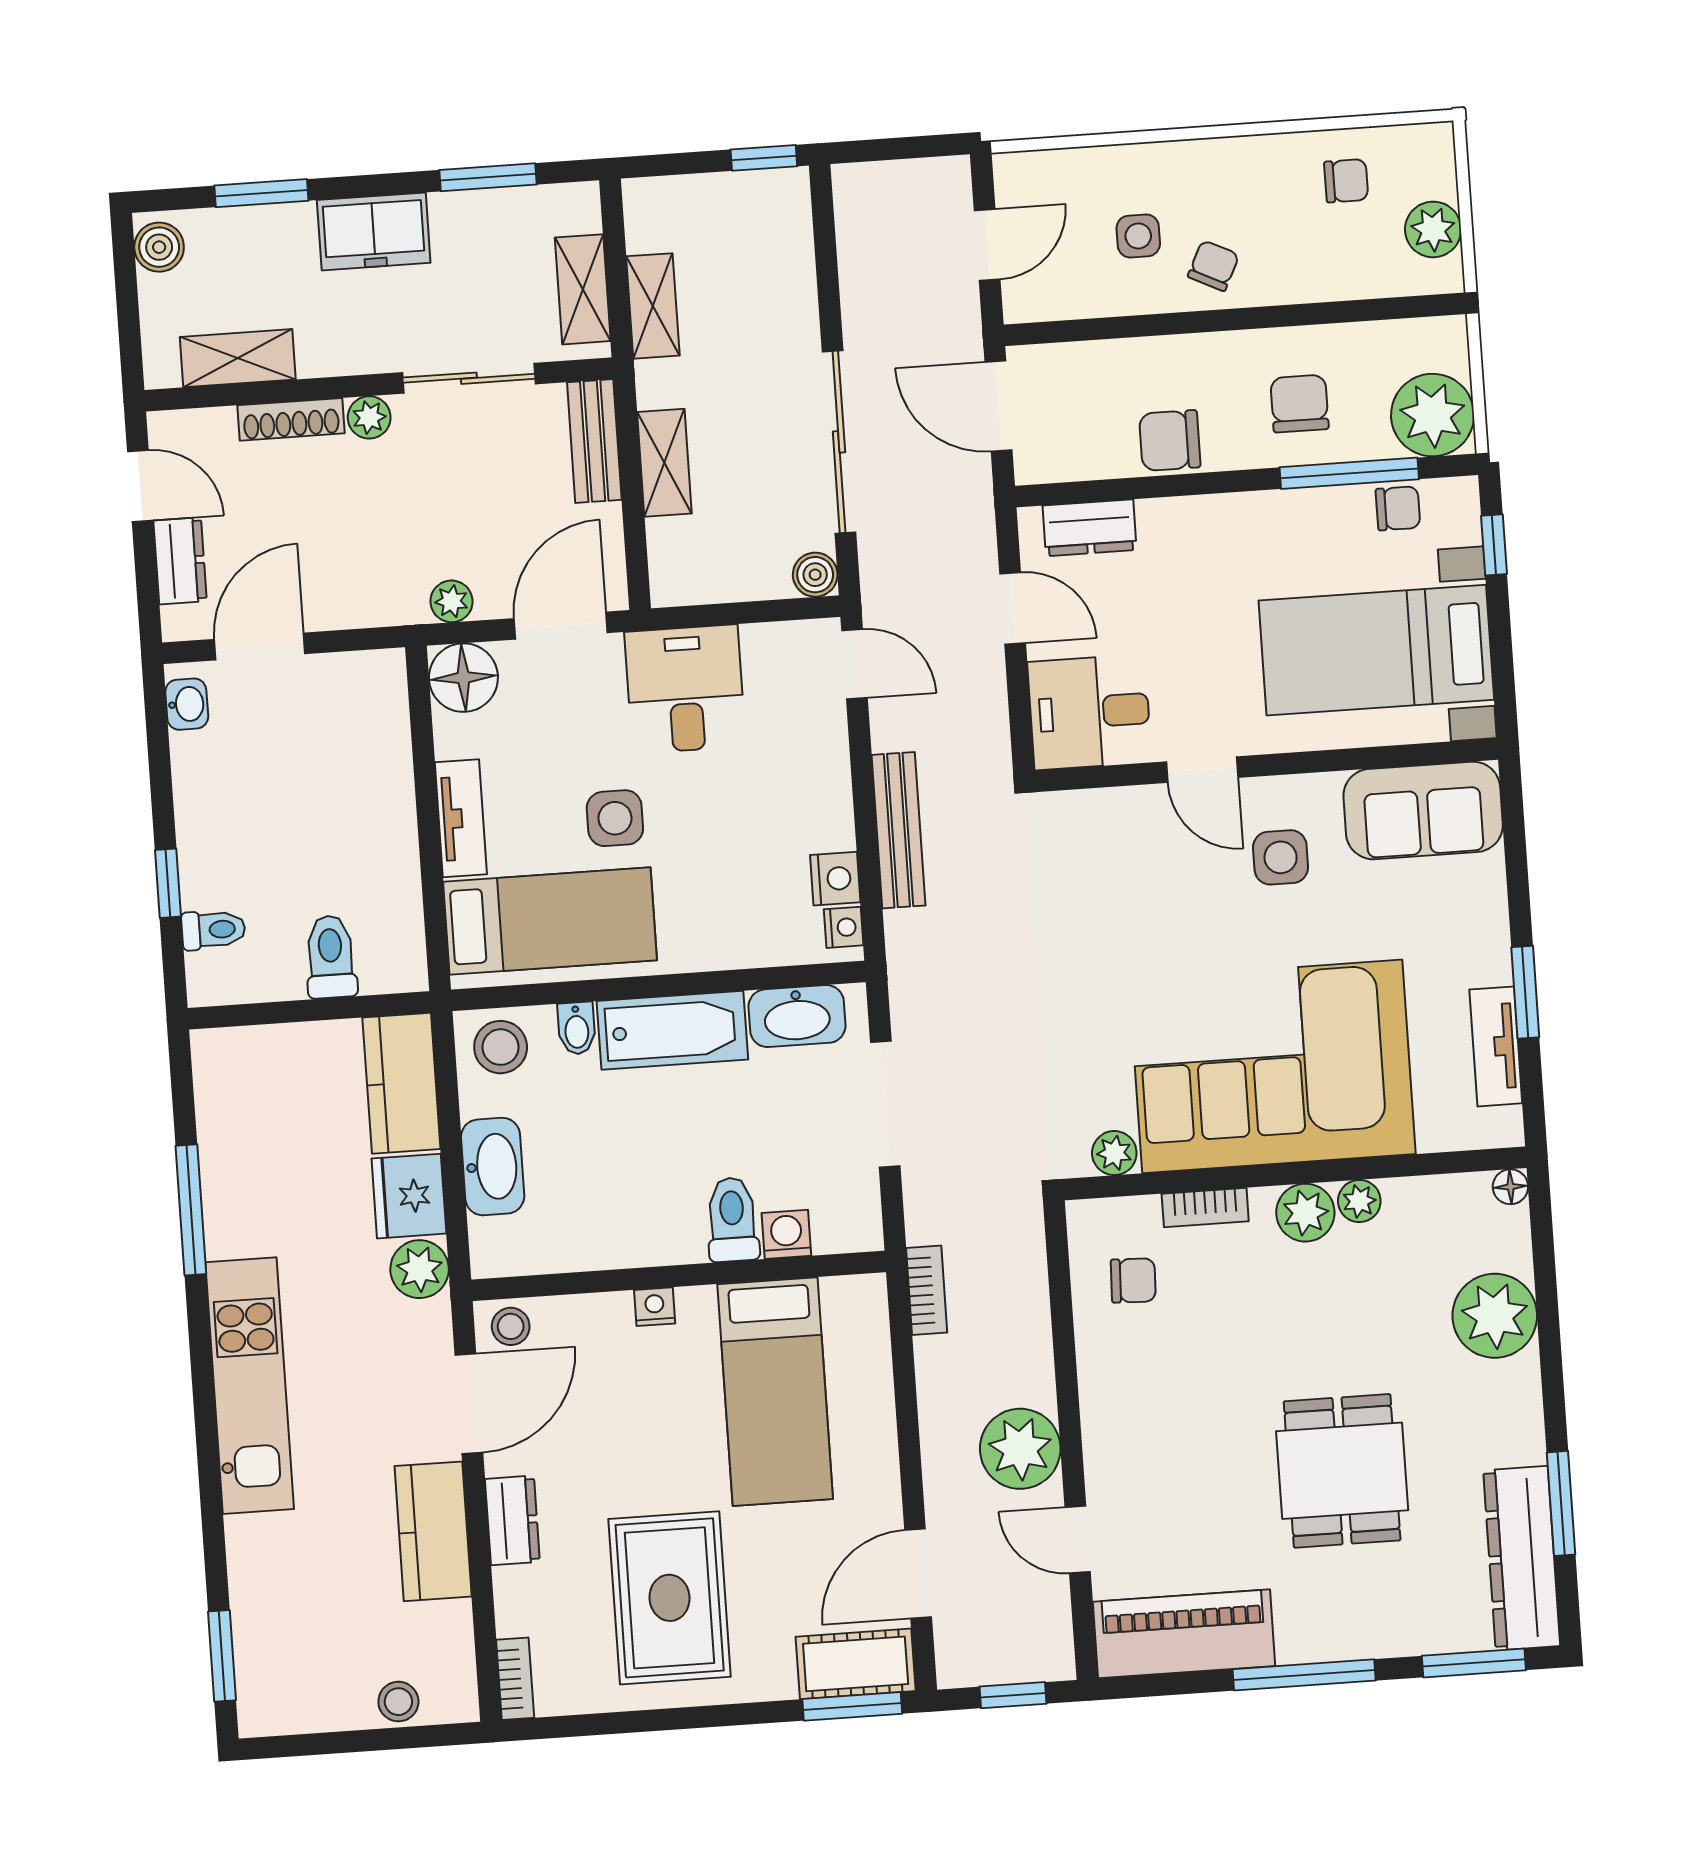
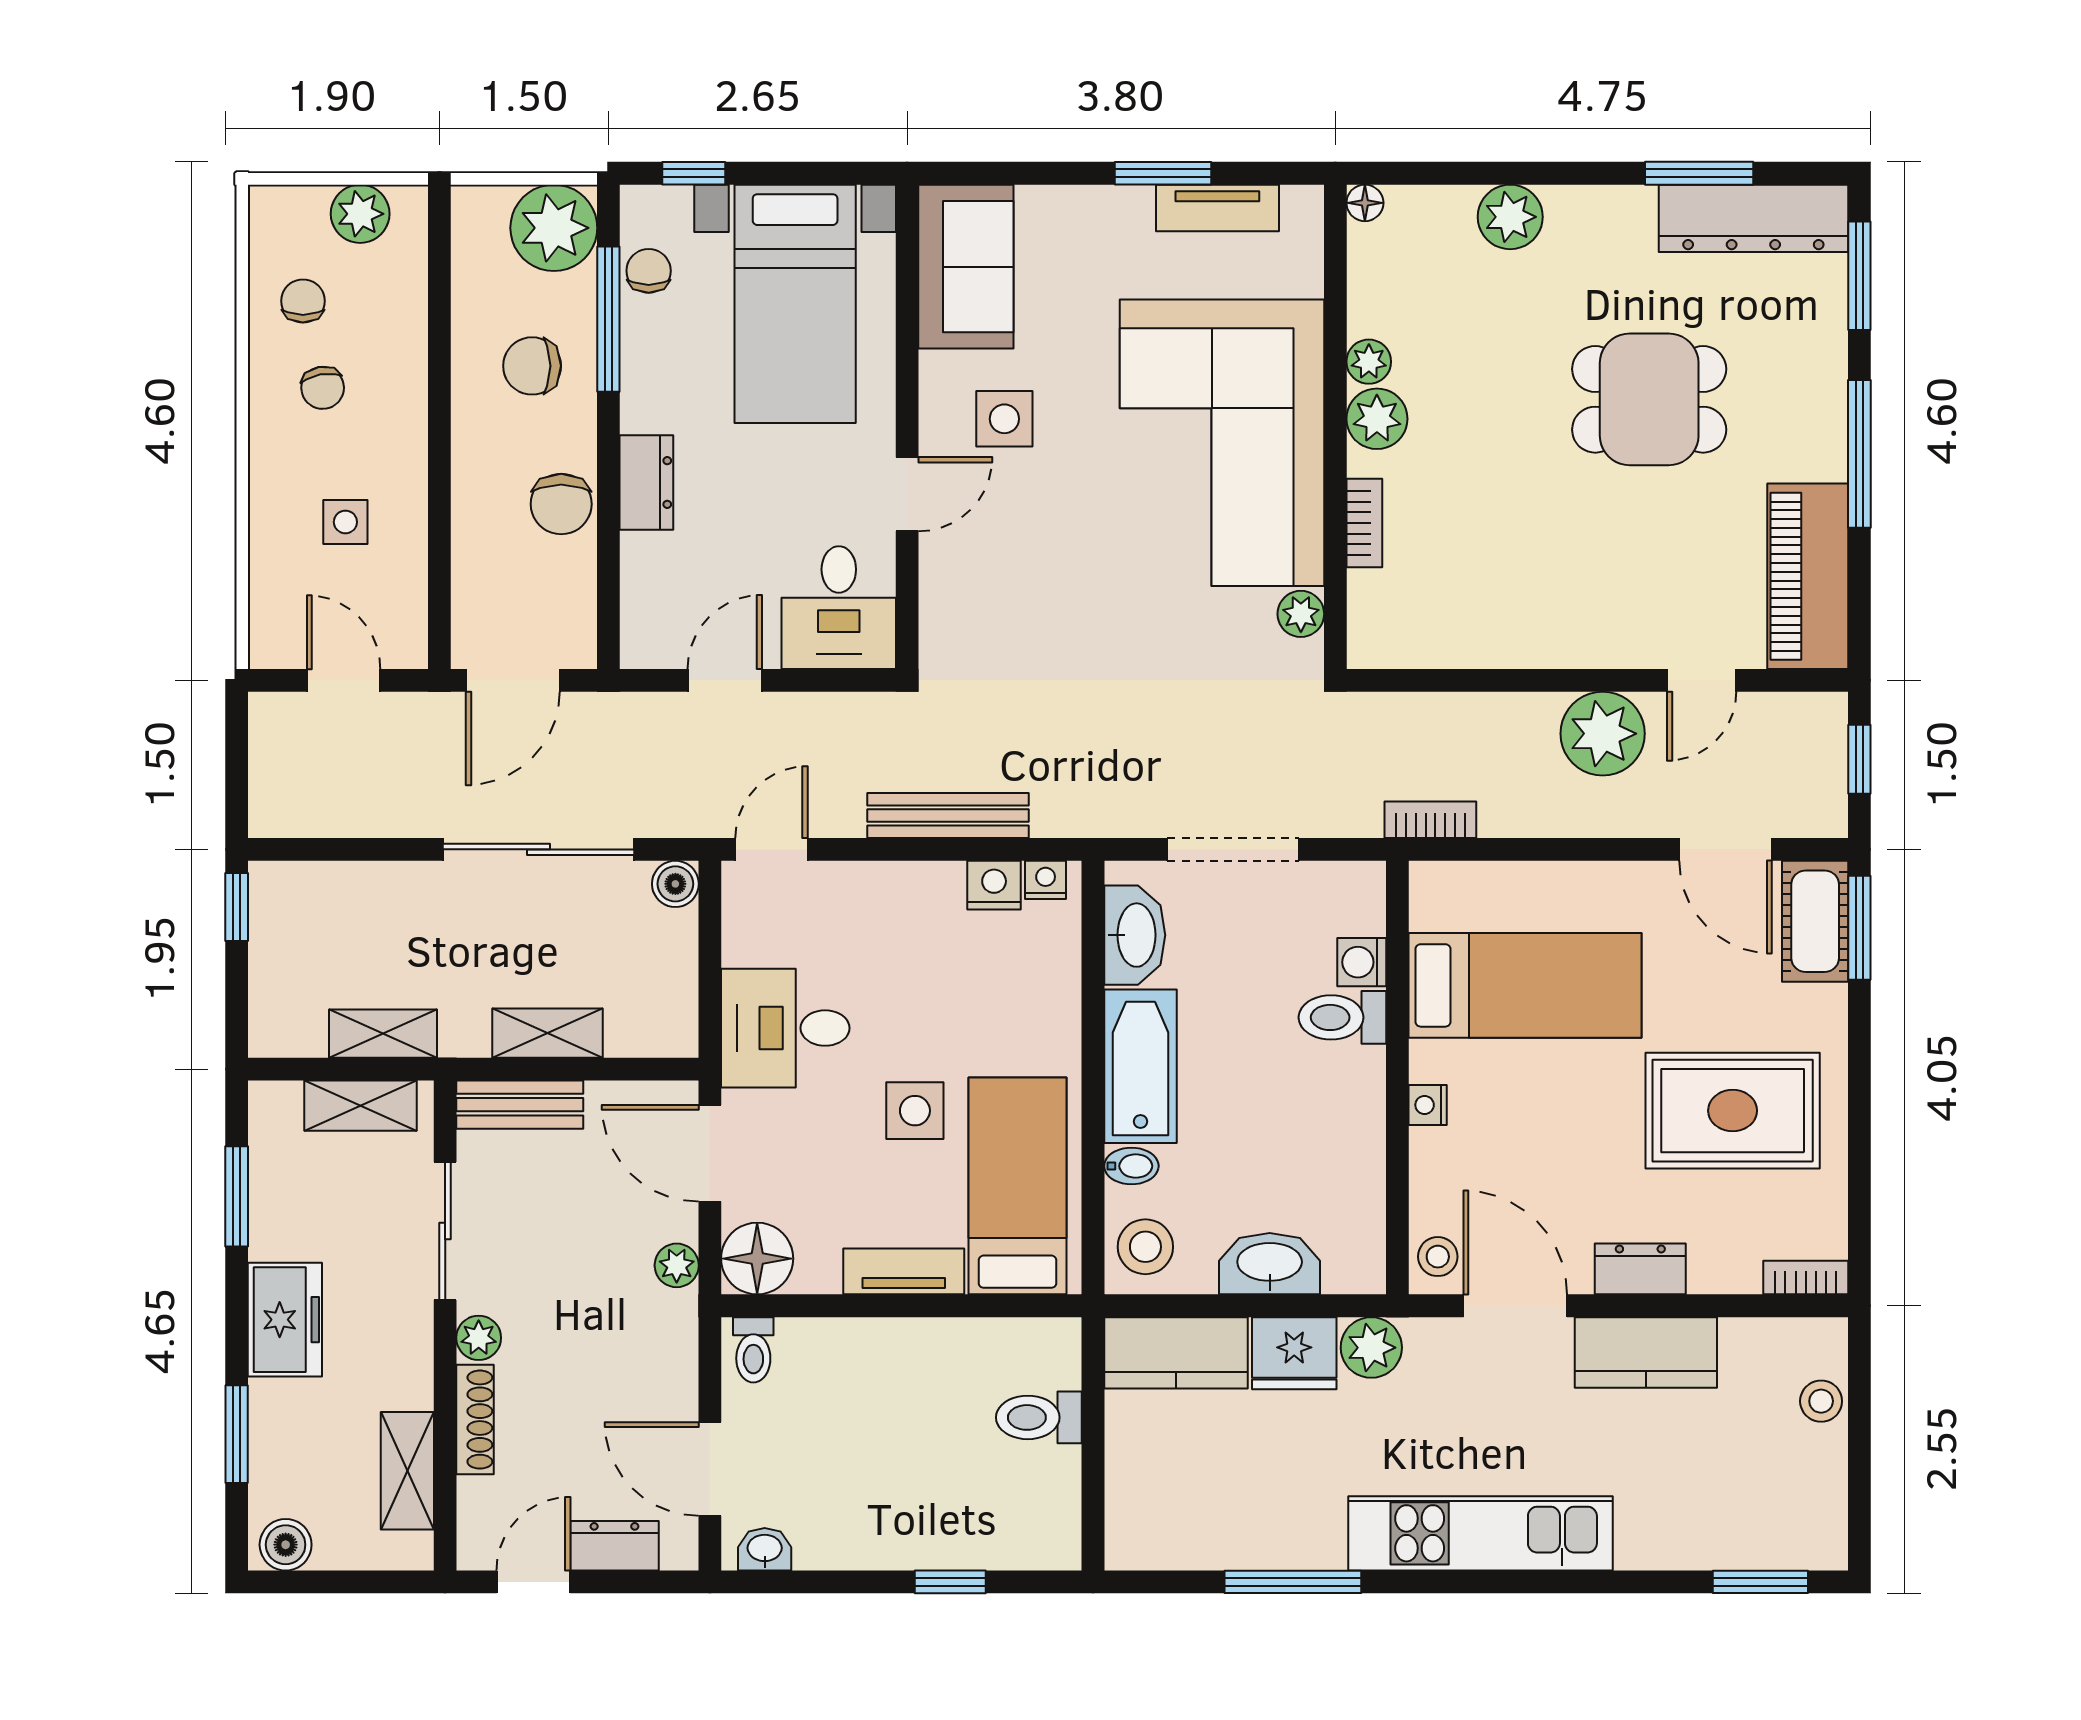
chair: (1213, 266) -> (323, 388), moved, turned -126
dresser: (1090, 528) -> (646, 483), moved
toilet: (213, 930) -> (753, 1350), moved, turned 180
chair: (1133, 1280) -> (1435, 603), removed
plant: (1495, 1316) -> (1510, 217), width x0.73, depth x0.73

